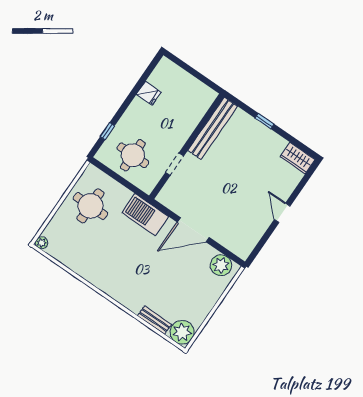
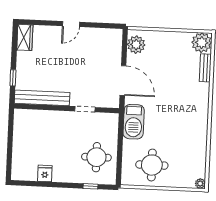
bench: (213, 128) -> (42, 98), moved
wall: (187, 146) -> (67, 108), moved
doorway: (175, 164) -> (85, 109), moved

